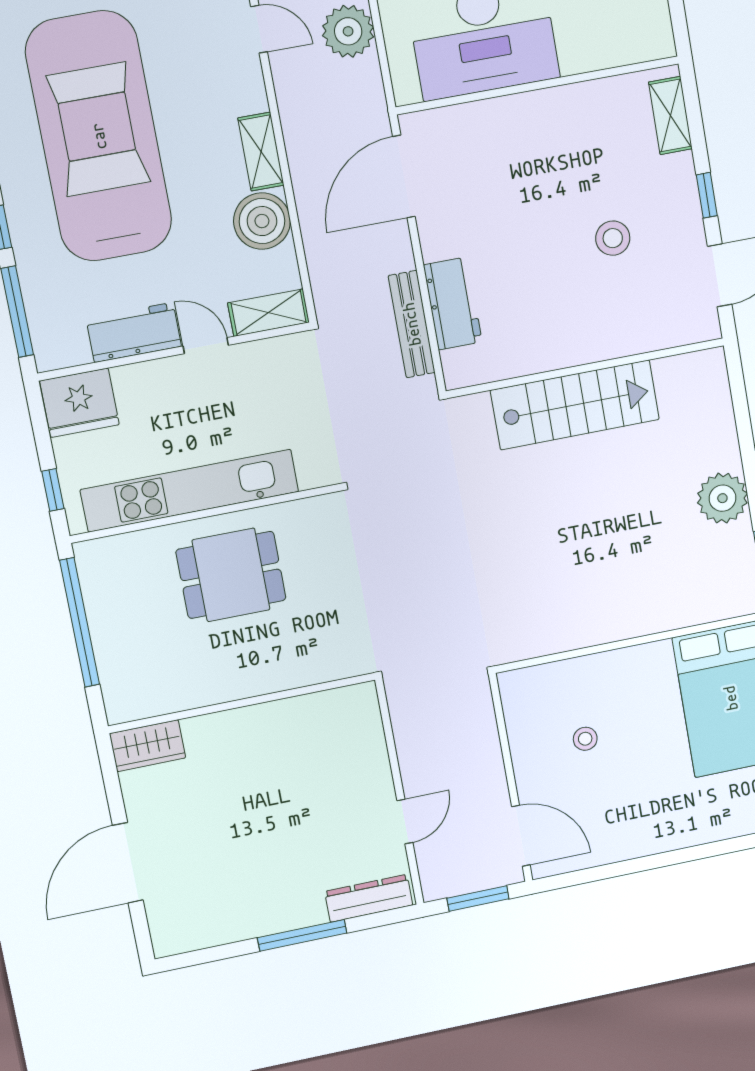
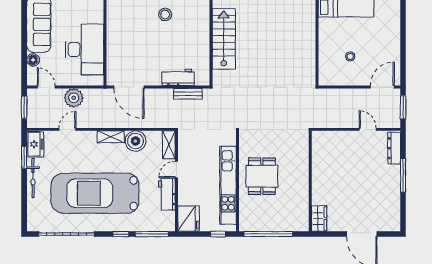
bench: (412, 324) -> (188, 94), width x0.73

